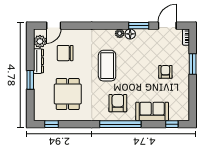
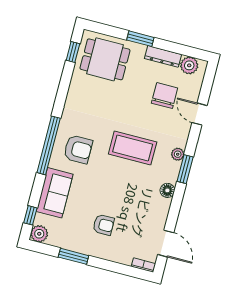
door: (54, 26) -> (199, 114), moved
window: (139, 26) -> (185, 169), moved
plant: (120, 33) -> (178, 154), moved
window: (193, 64) -> (73, 256), moved
dining table: (68, 94) -> (105, 59), moved
plant: (183, 115) -> (39, 234), added

